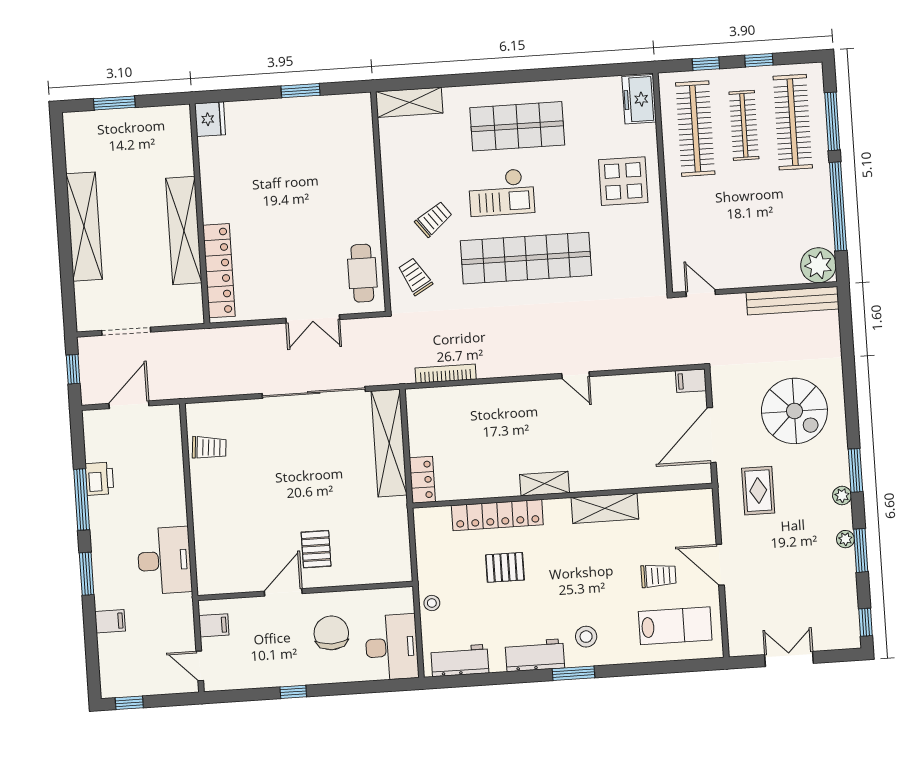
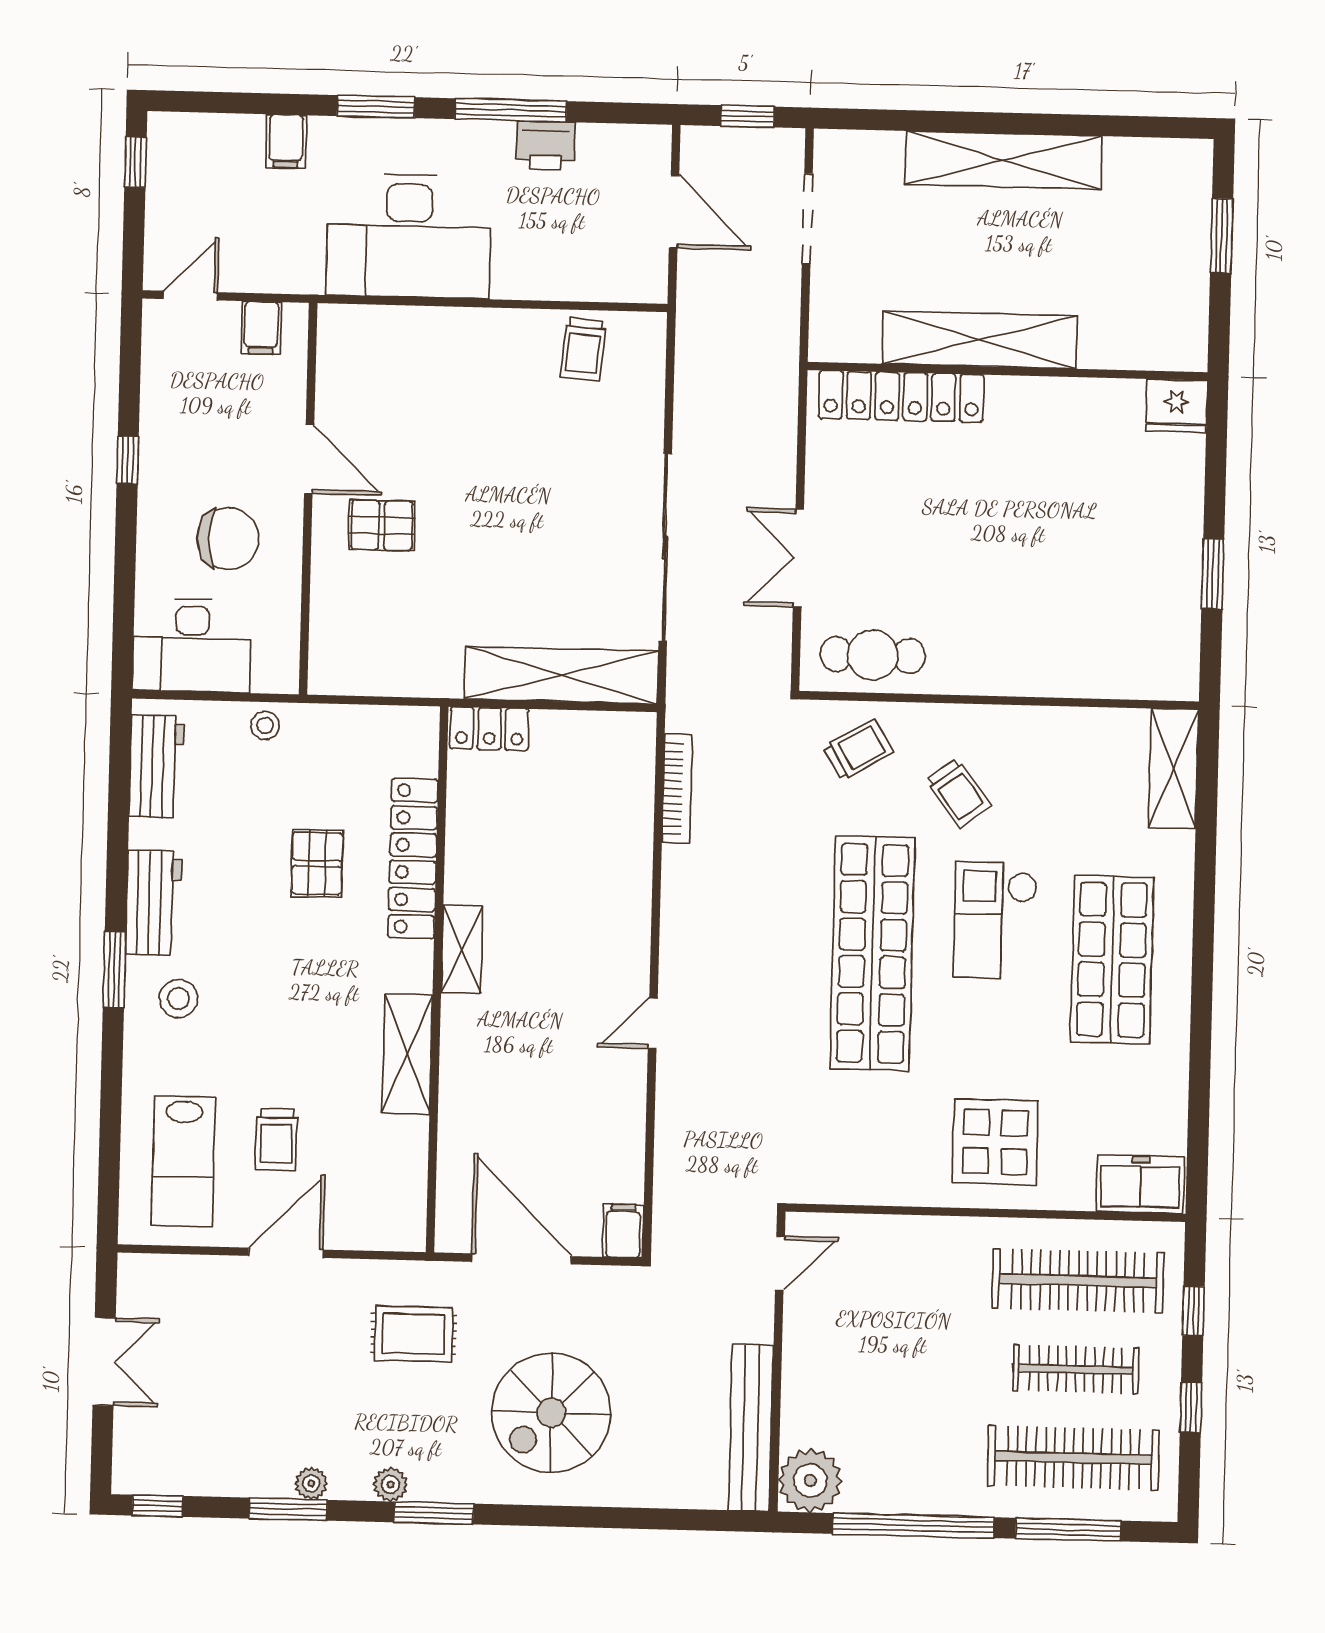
desk: (164, 560) -> (409, 236), width x1.36, depth x1.30

